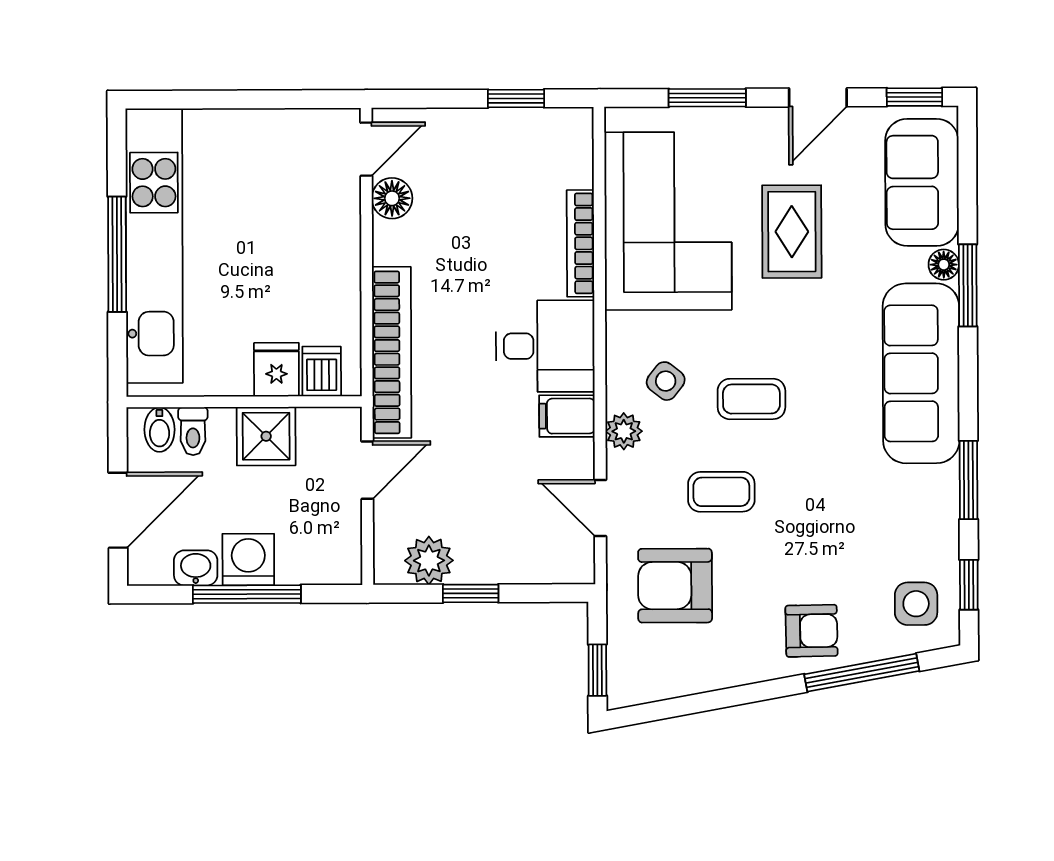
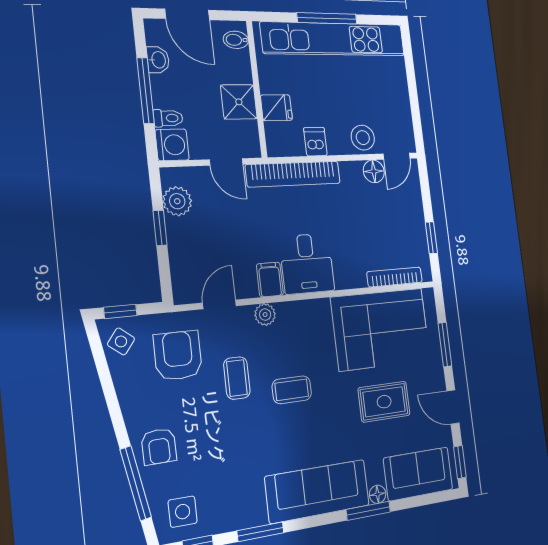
door: (366, 149) -> (397, 156), hinge flipped
stool: (331, 212) -> (363, 138), added
bookcase: (580, 243) -> (395, 277), moved
dishwasher: (322, 371) -> (315, 142), moved, turned -90
side table: (666, 381) -> (121, 341), moved
coffee table: (751, 399) -> (292, 390), turned 90
toilet: (193, 431) -> (168, 118), moved, turned 180
washing machine: (248, 560) -> (172, 145), moved

